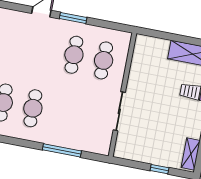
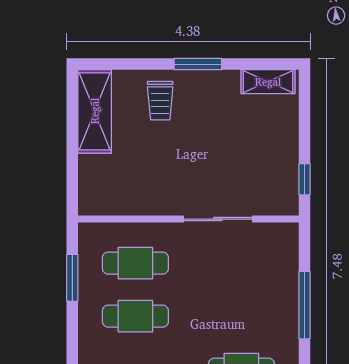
window: (73, 18) -> (72, 278), moved
window: (159, 169) -> (305, 179), moved

